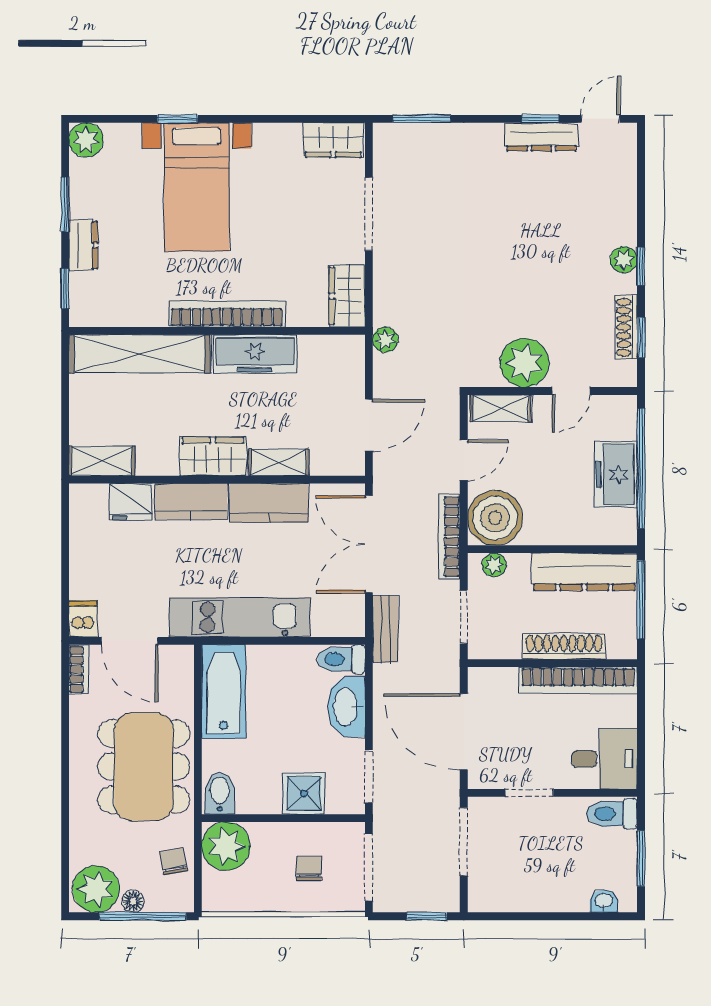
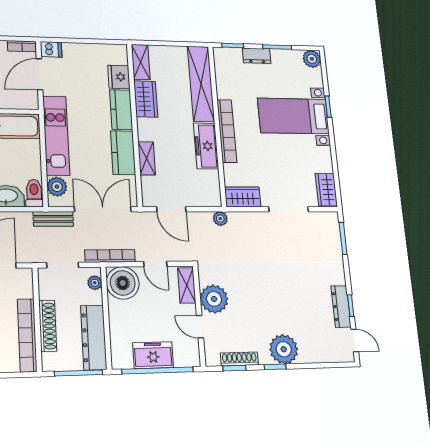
plant: (624, 260) -> (284, 349), width x1.88, depth x1.88
wardrobe: (213, 456) -> (146, 99), moved
plant: (330, 620) -> (57, 187), added

